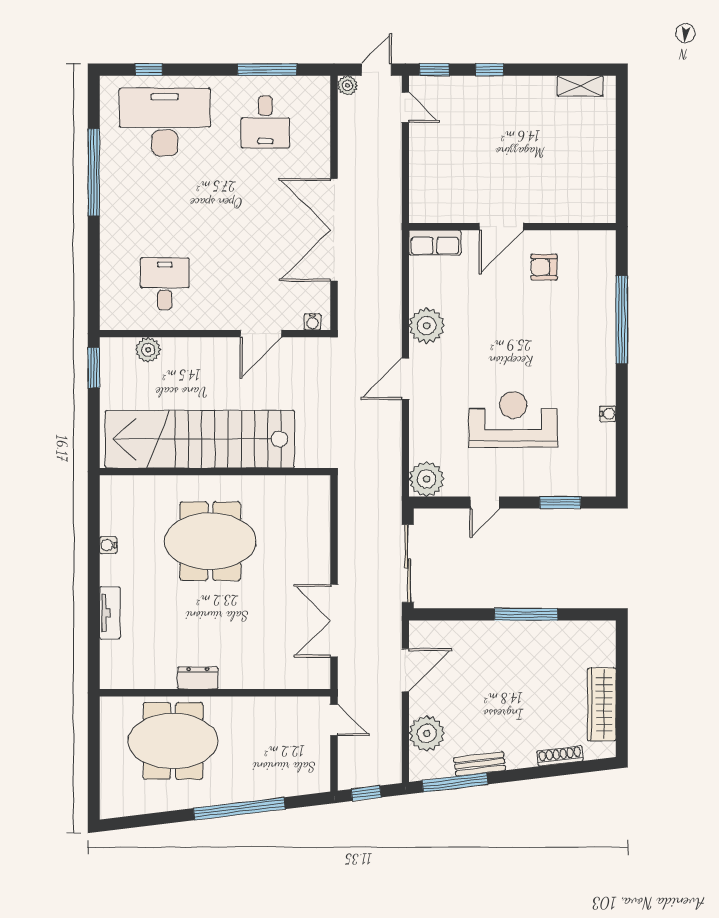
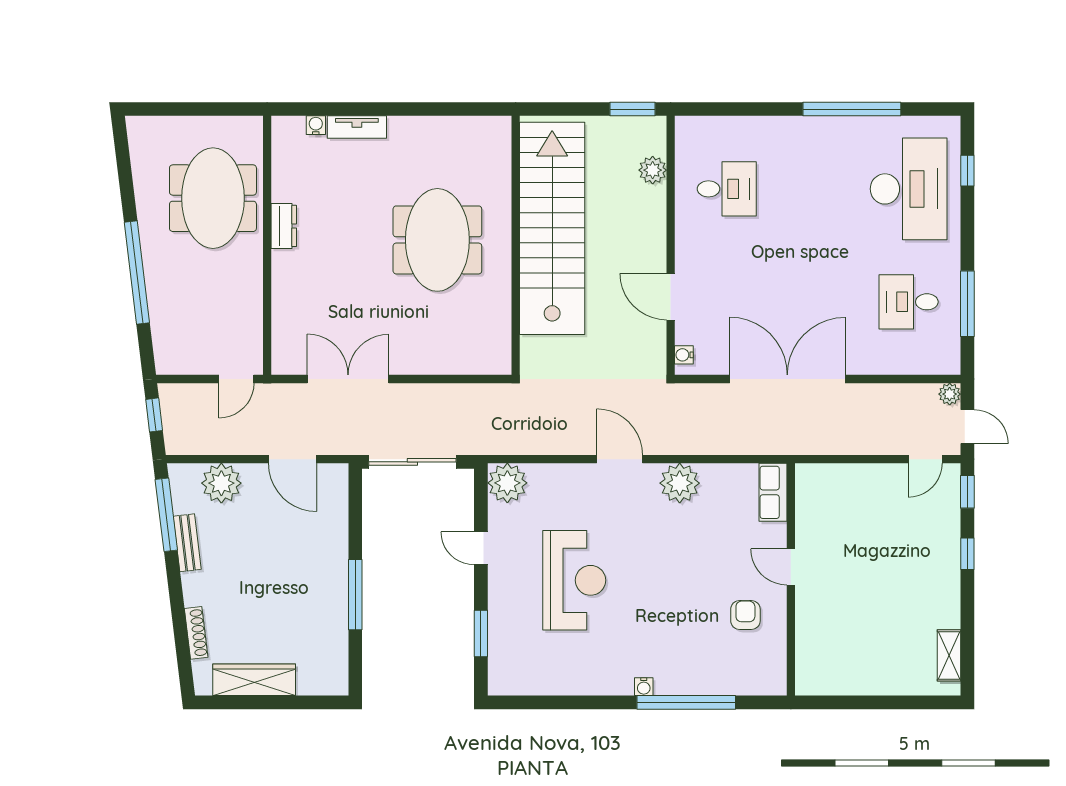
door: (501, 227) -> (791, 567), width x0.73
water cooler: (608, 414) -> (644, 687), moved
water cooler: (108, 545) -> (316, 125), moved

